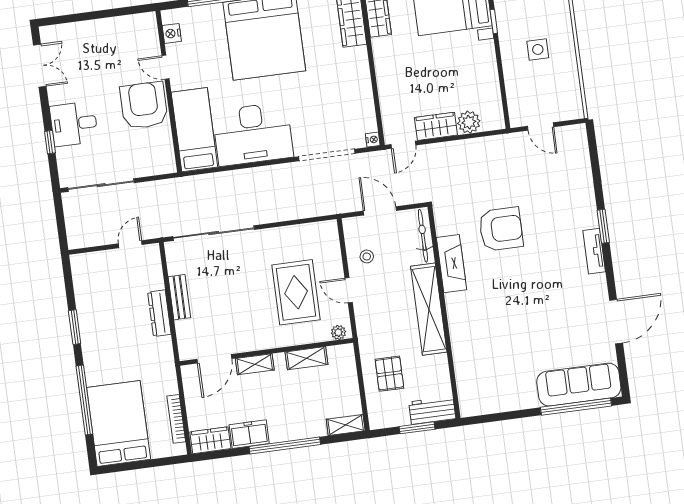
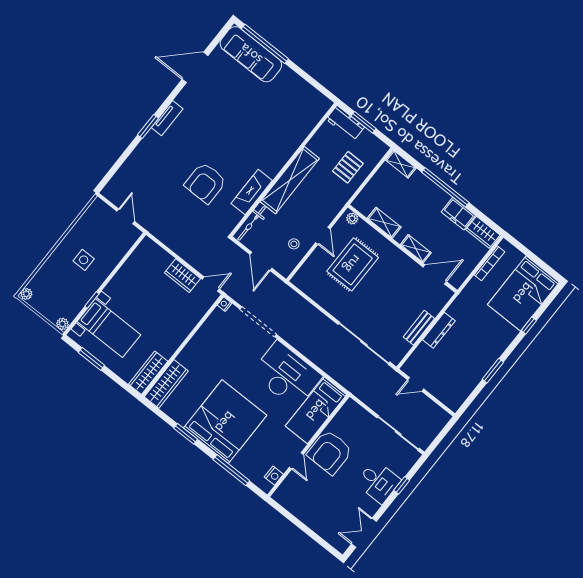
plant: (469, 122) -> (162, 259), removed
armchair: (501, 229) -> (205, 183), turned -90
window: (84, 400) -> (529, 326), width x0.32

